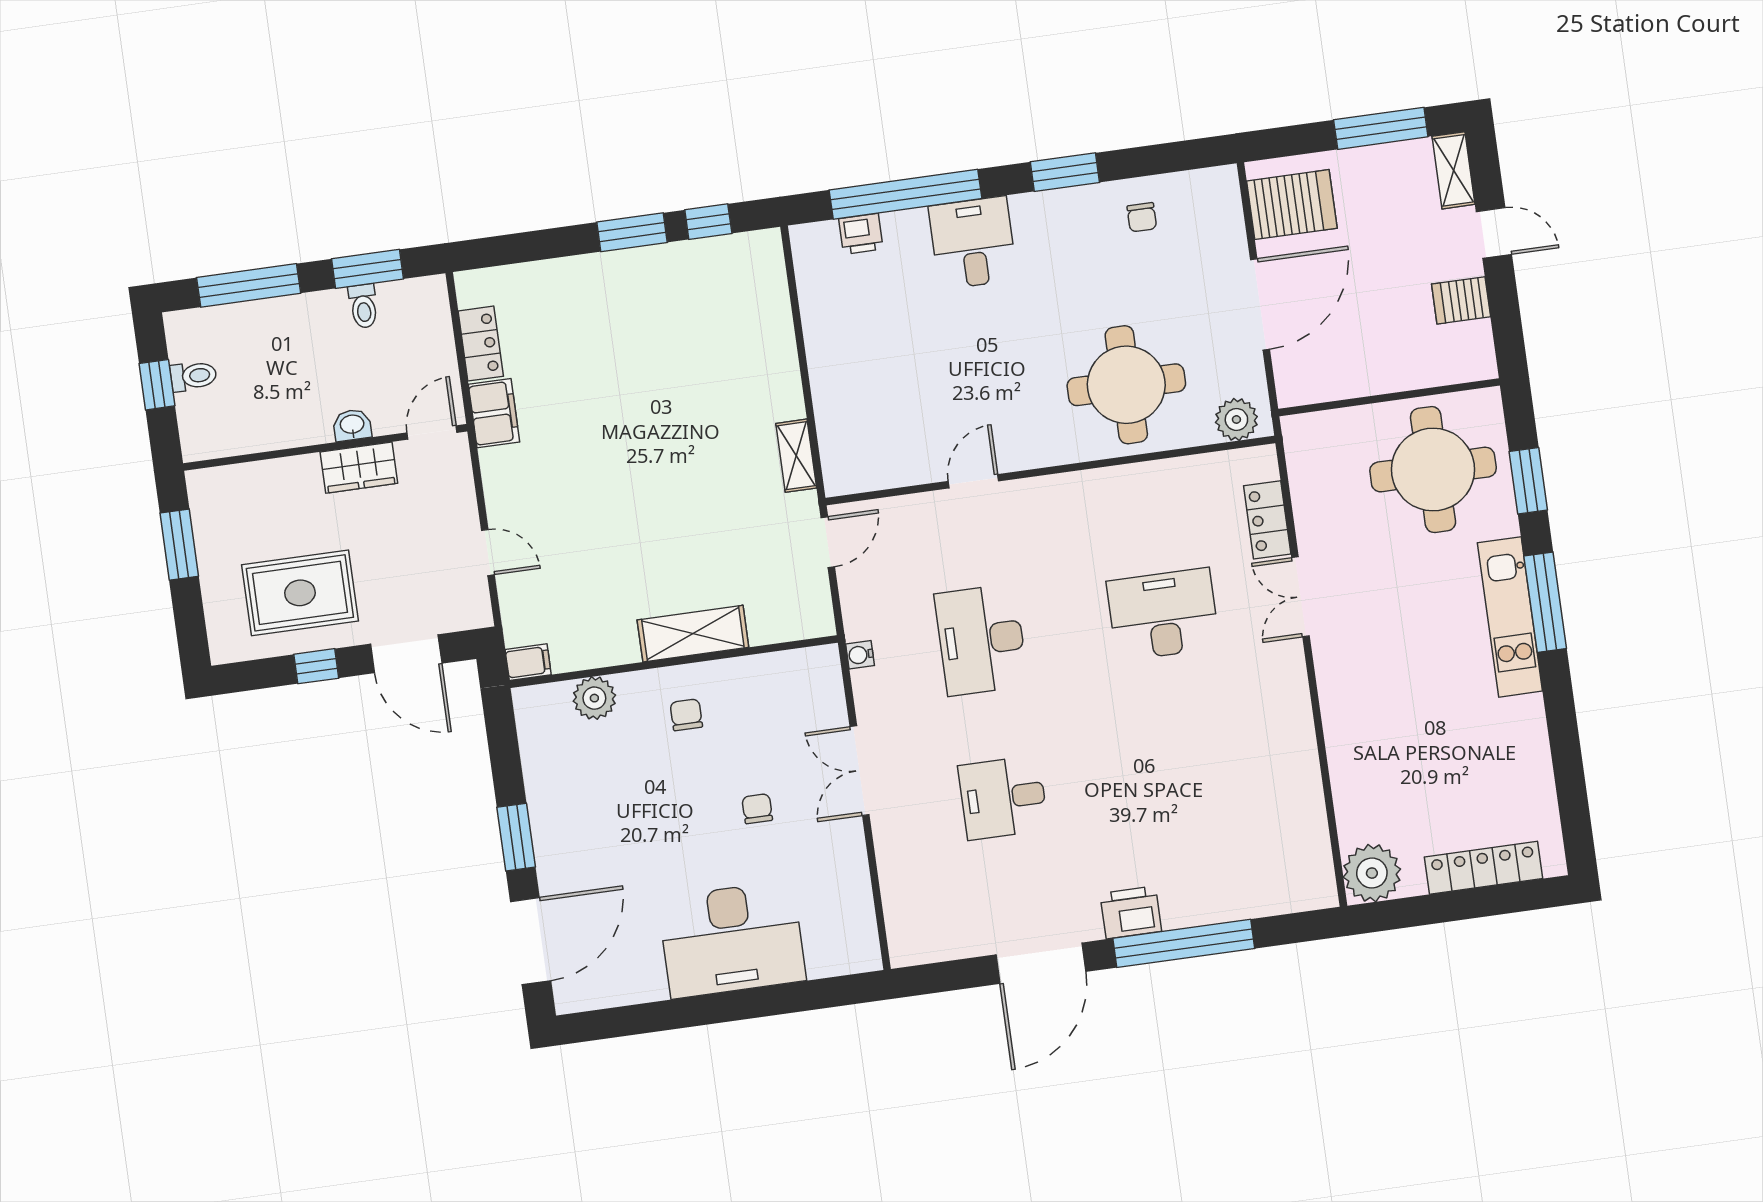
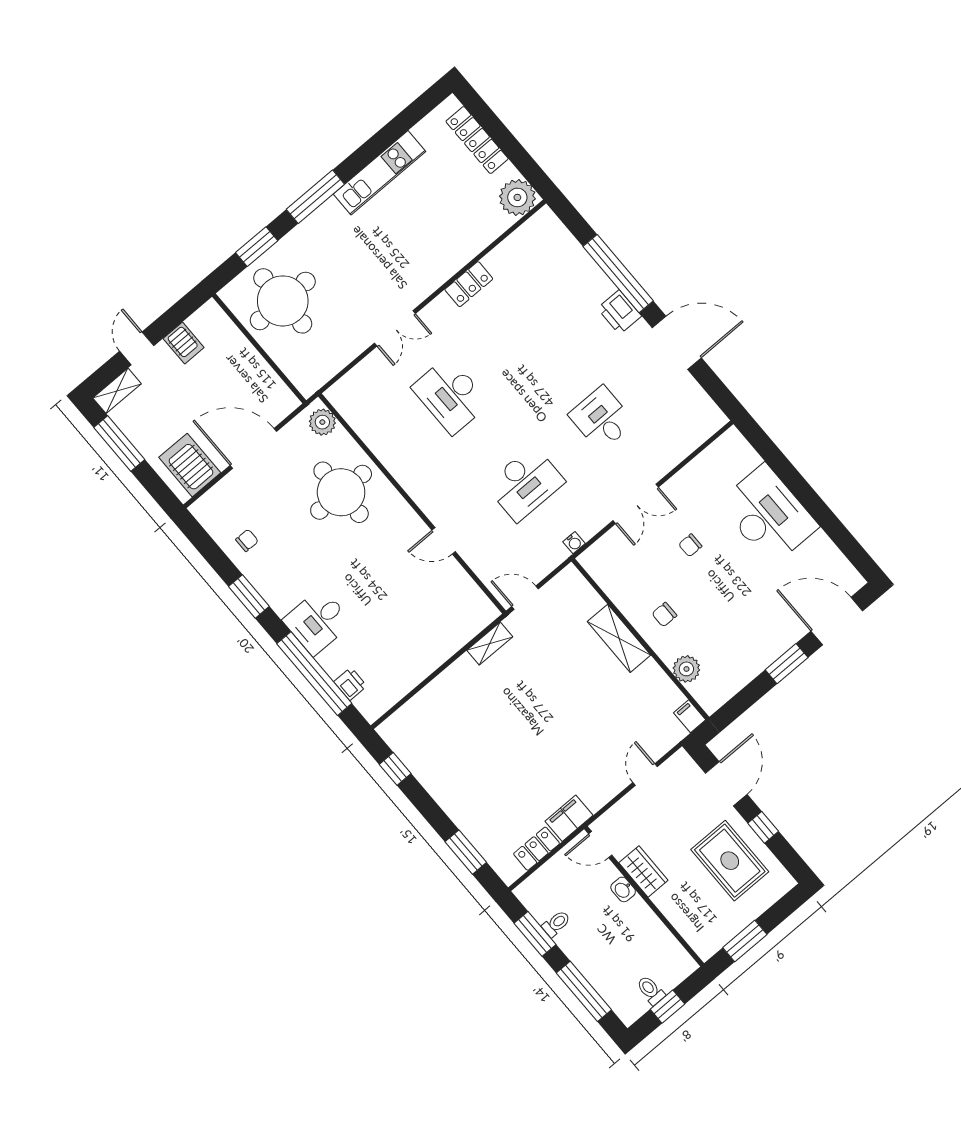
window: (632, 232) -> (466, 852), moved
locker: (1267, 520) -> (469, 284), moved
kitchen unit: (1510, 617) -> (379, 173), moved
desk: (1003, 798) -> (602, 419), turned 180

